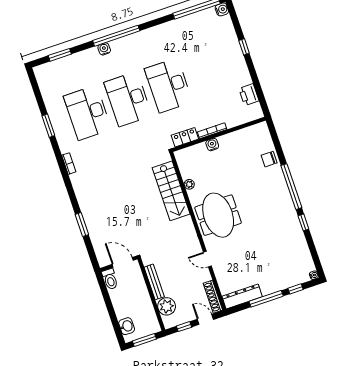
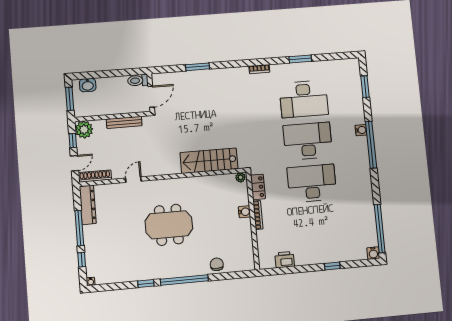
desk: (88, 113) -> (304, 99), turned 180
plant: (189, 184) -> (240, 177), moved
meeting table: (218, 215) -> (169, 225), moved
plant: (167, 306) -> (84, 130), moved

